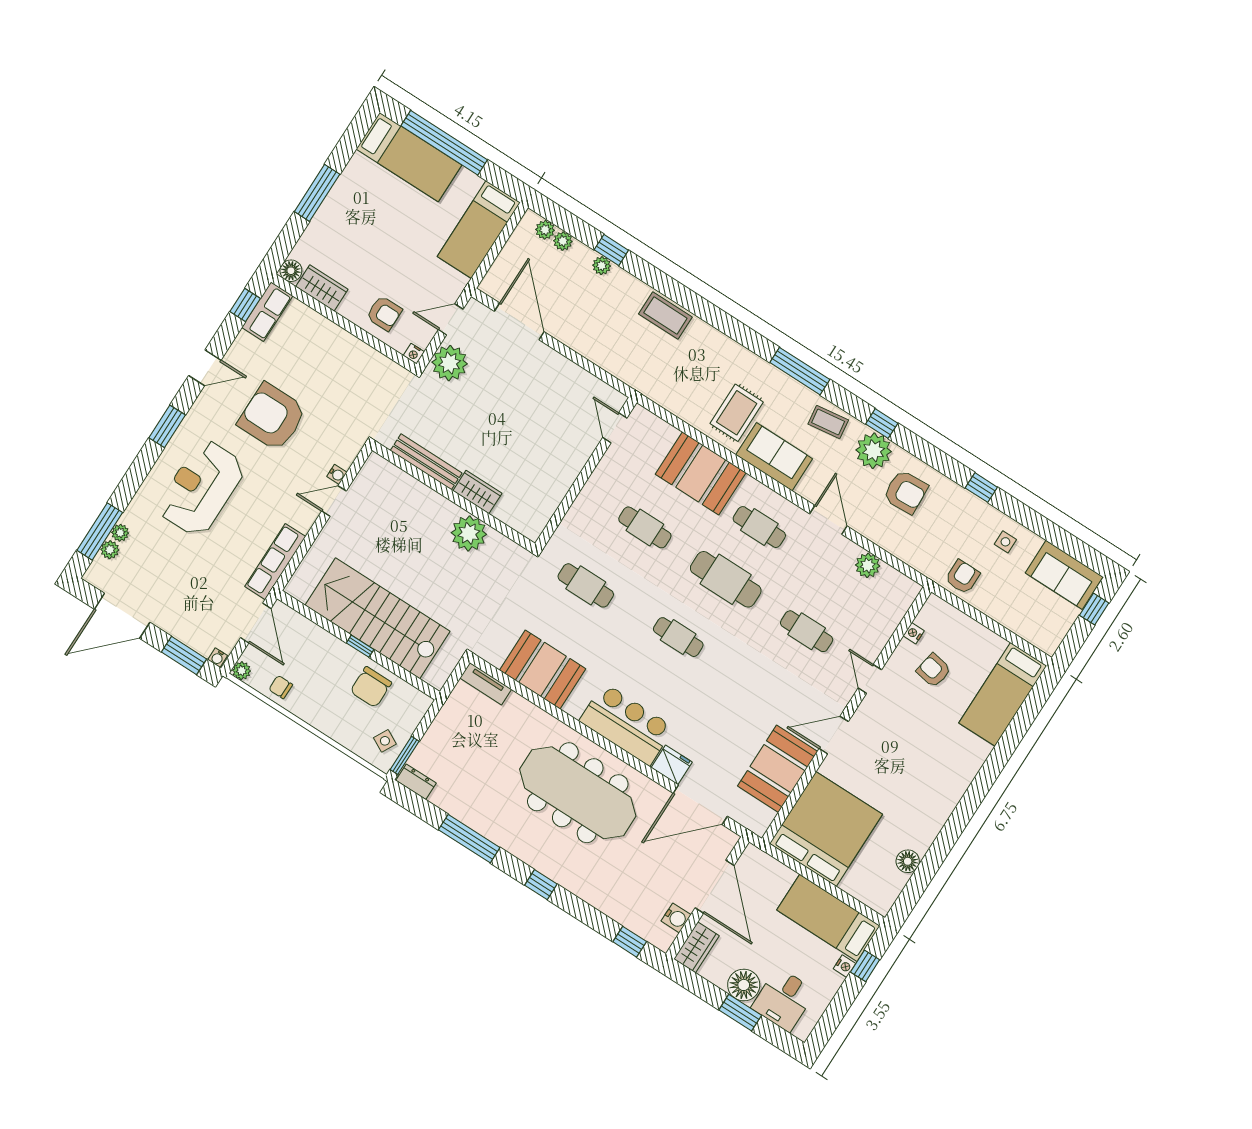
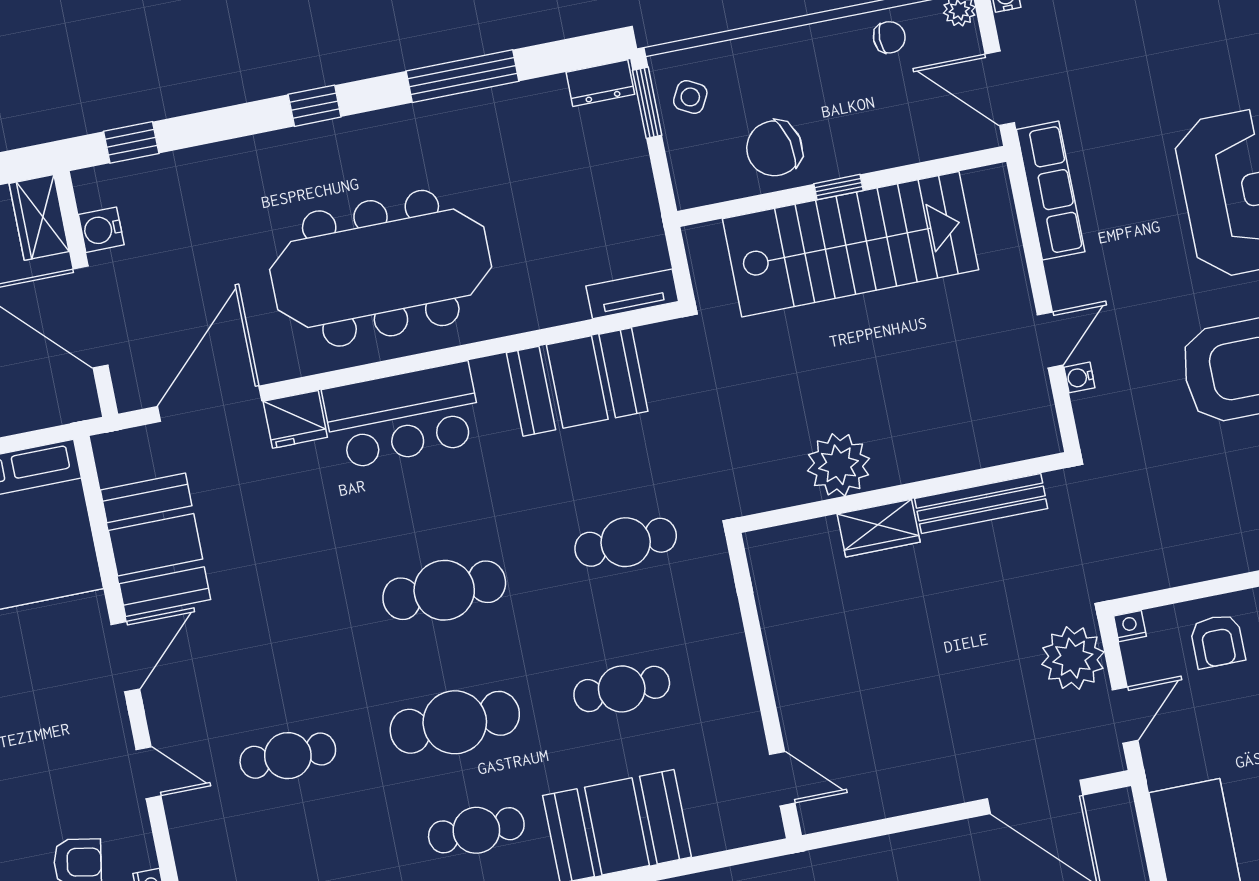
armchair: (384, 313) -> (1217, 641), turned -90
cafe table: (678, 637) -> (444, 590), width x1.37, depth x1.35
chair: (371, 687) -> (774, 148), turned -103

